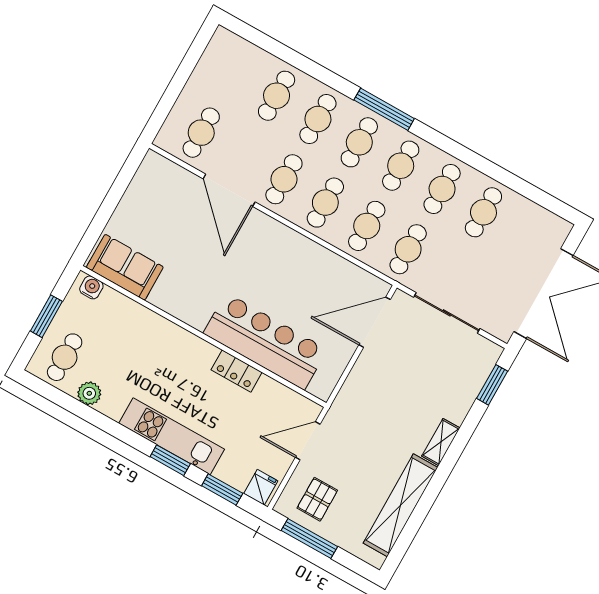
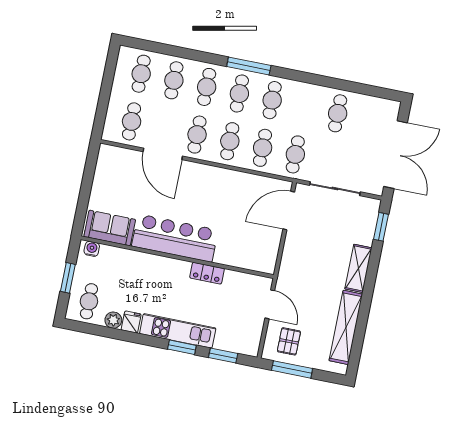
cafe table: (442, 189) -> (141, 74), moved
bar counter: (265, 341) -> (175, 238), moved
door: (308, 441) -> (270, 304), swing flipped
shelving: (441, 442) -> (358, 268), width x1.50, depth x1.33
fridge: (261, 487) -> (131, 322), moved

